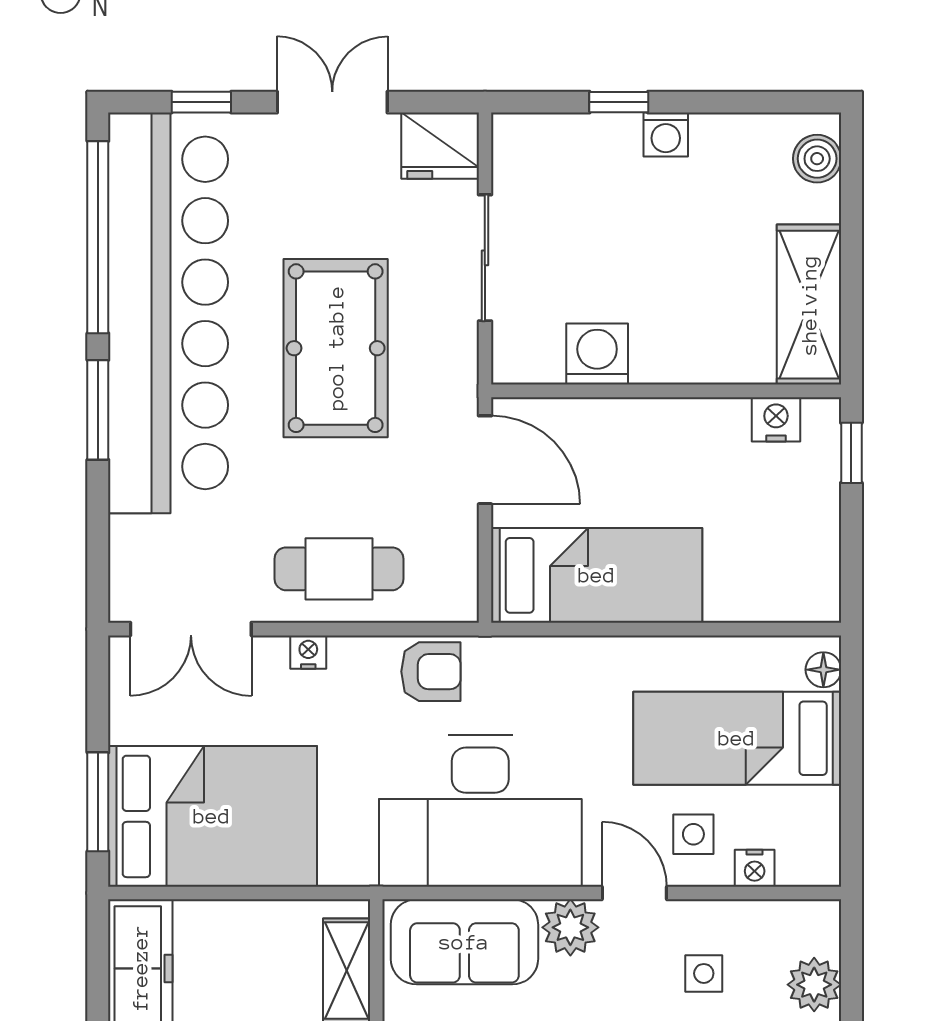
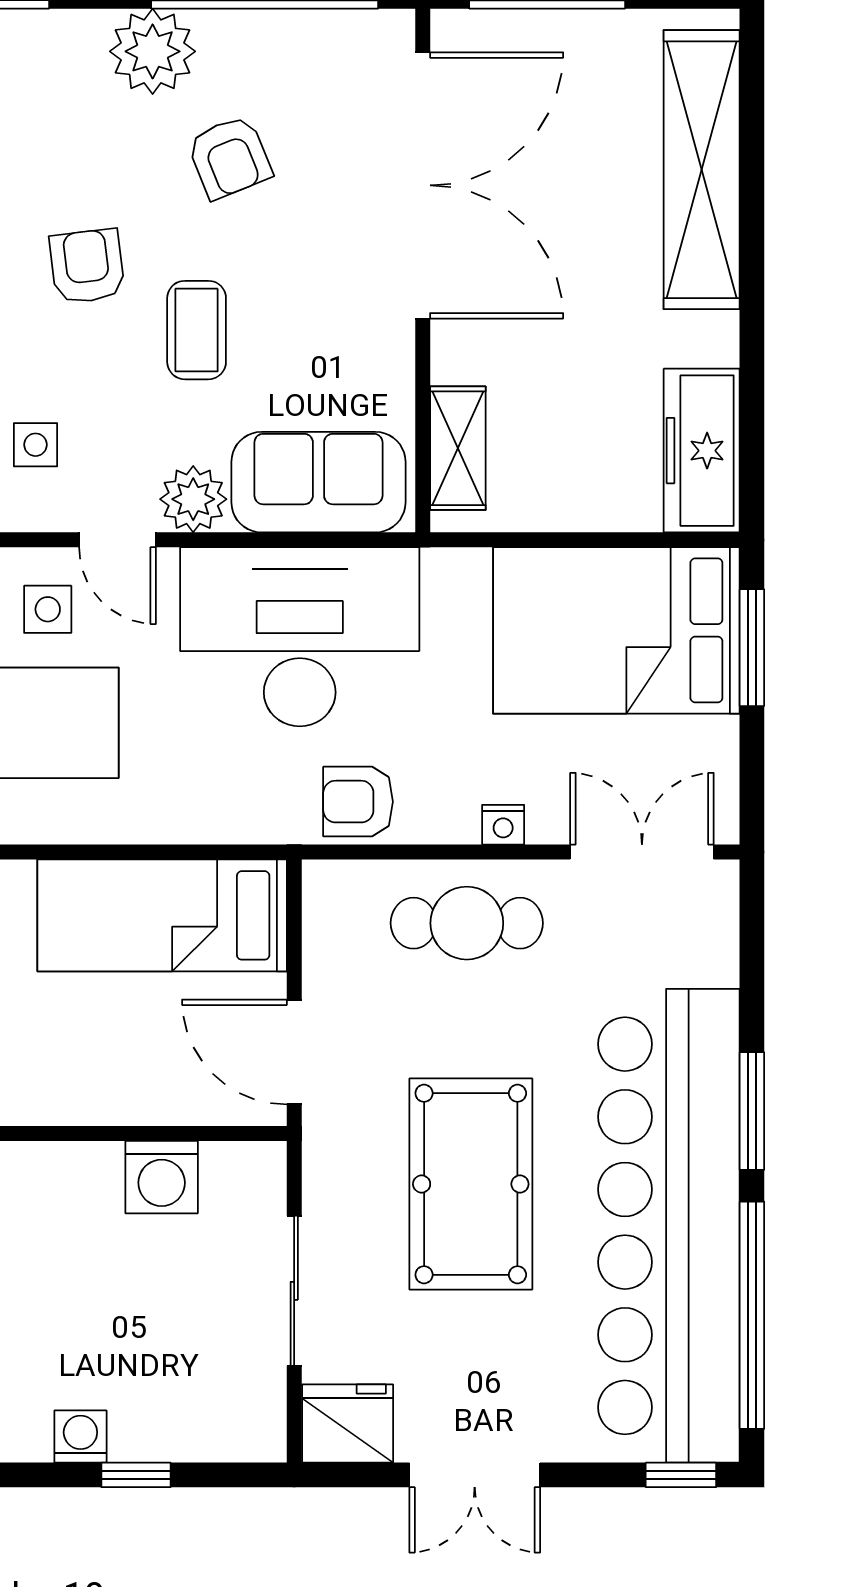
window: (201, 102) -> (681, 1475), moved

